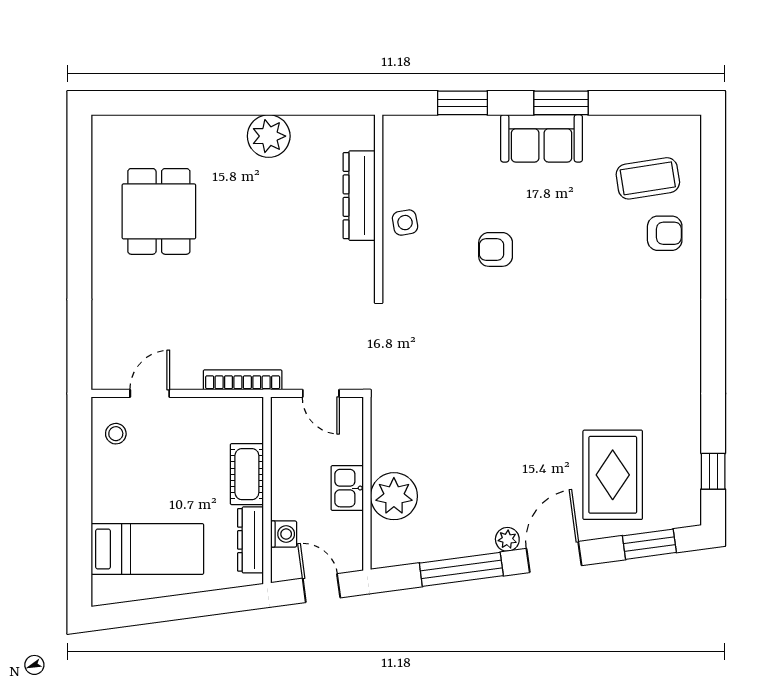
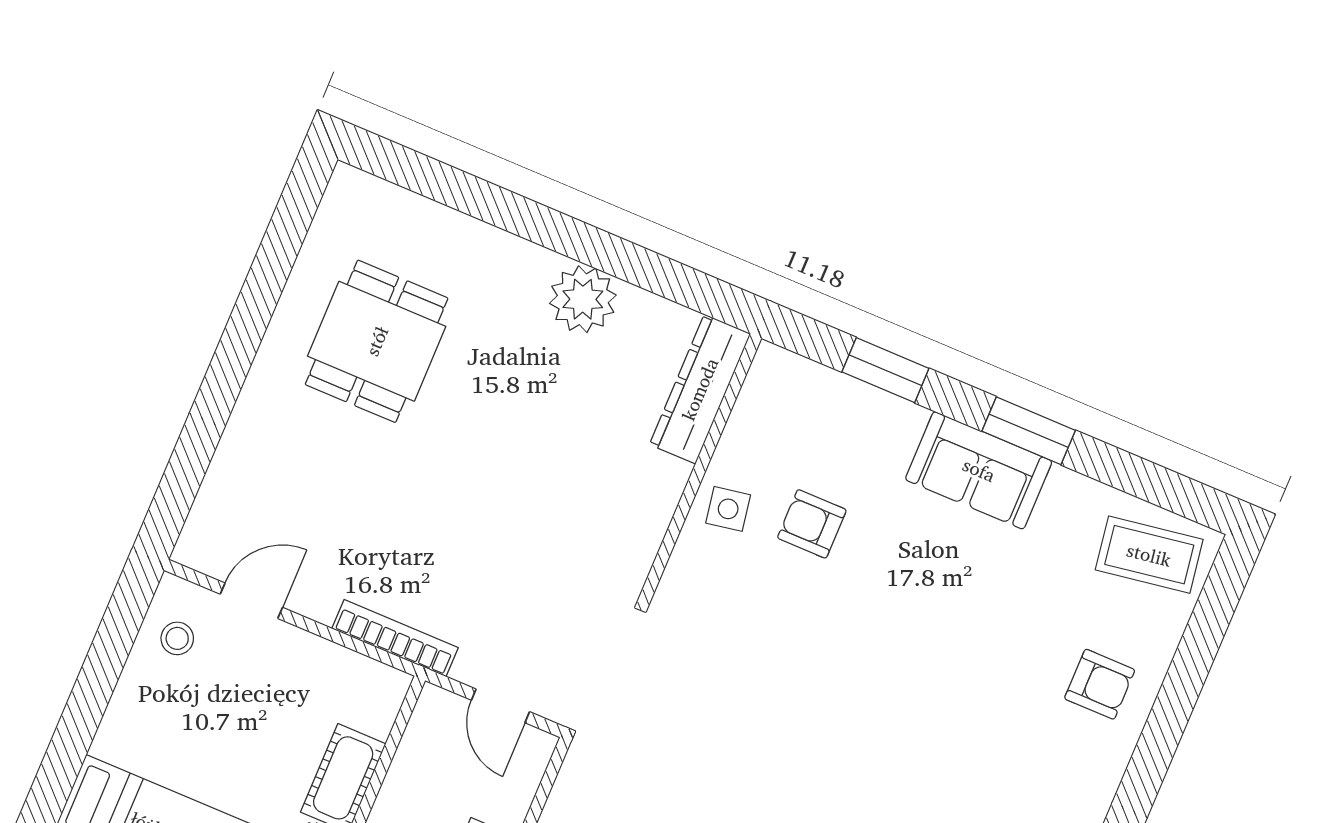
coffee table: (648, 178) -> (1149, 555), moved
dresser: (359, 196) -> (700, 389), moved
armchair: (496, 249) -> (812, 524), moved

